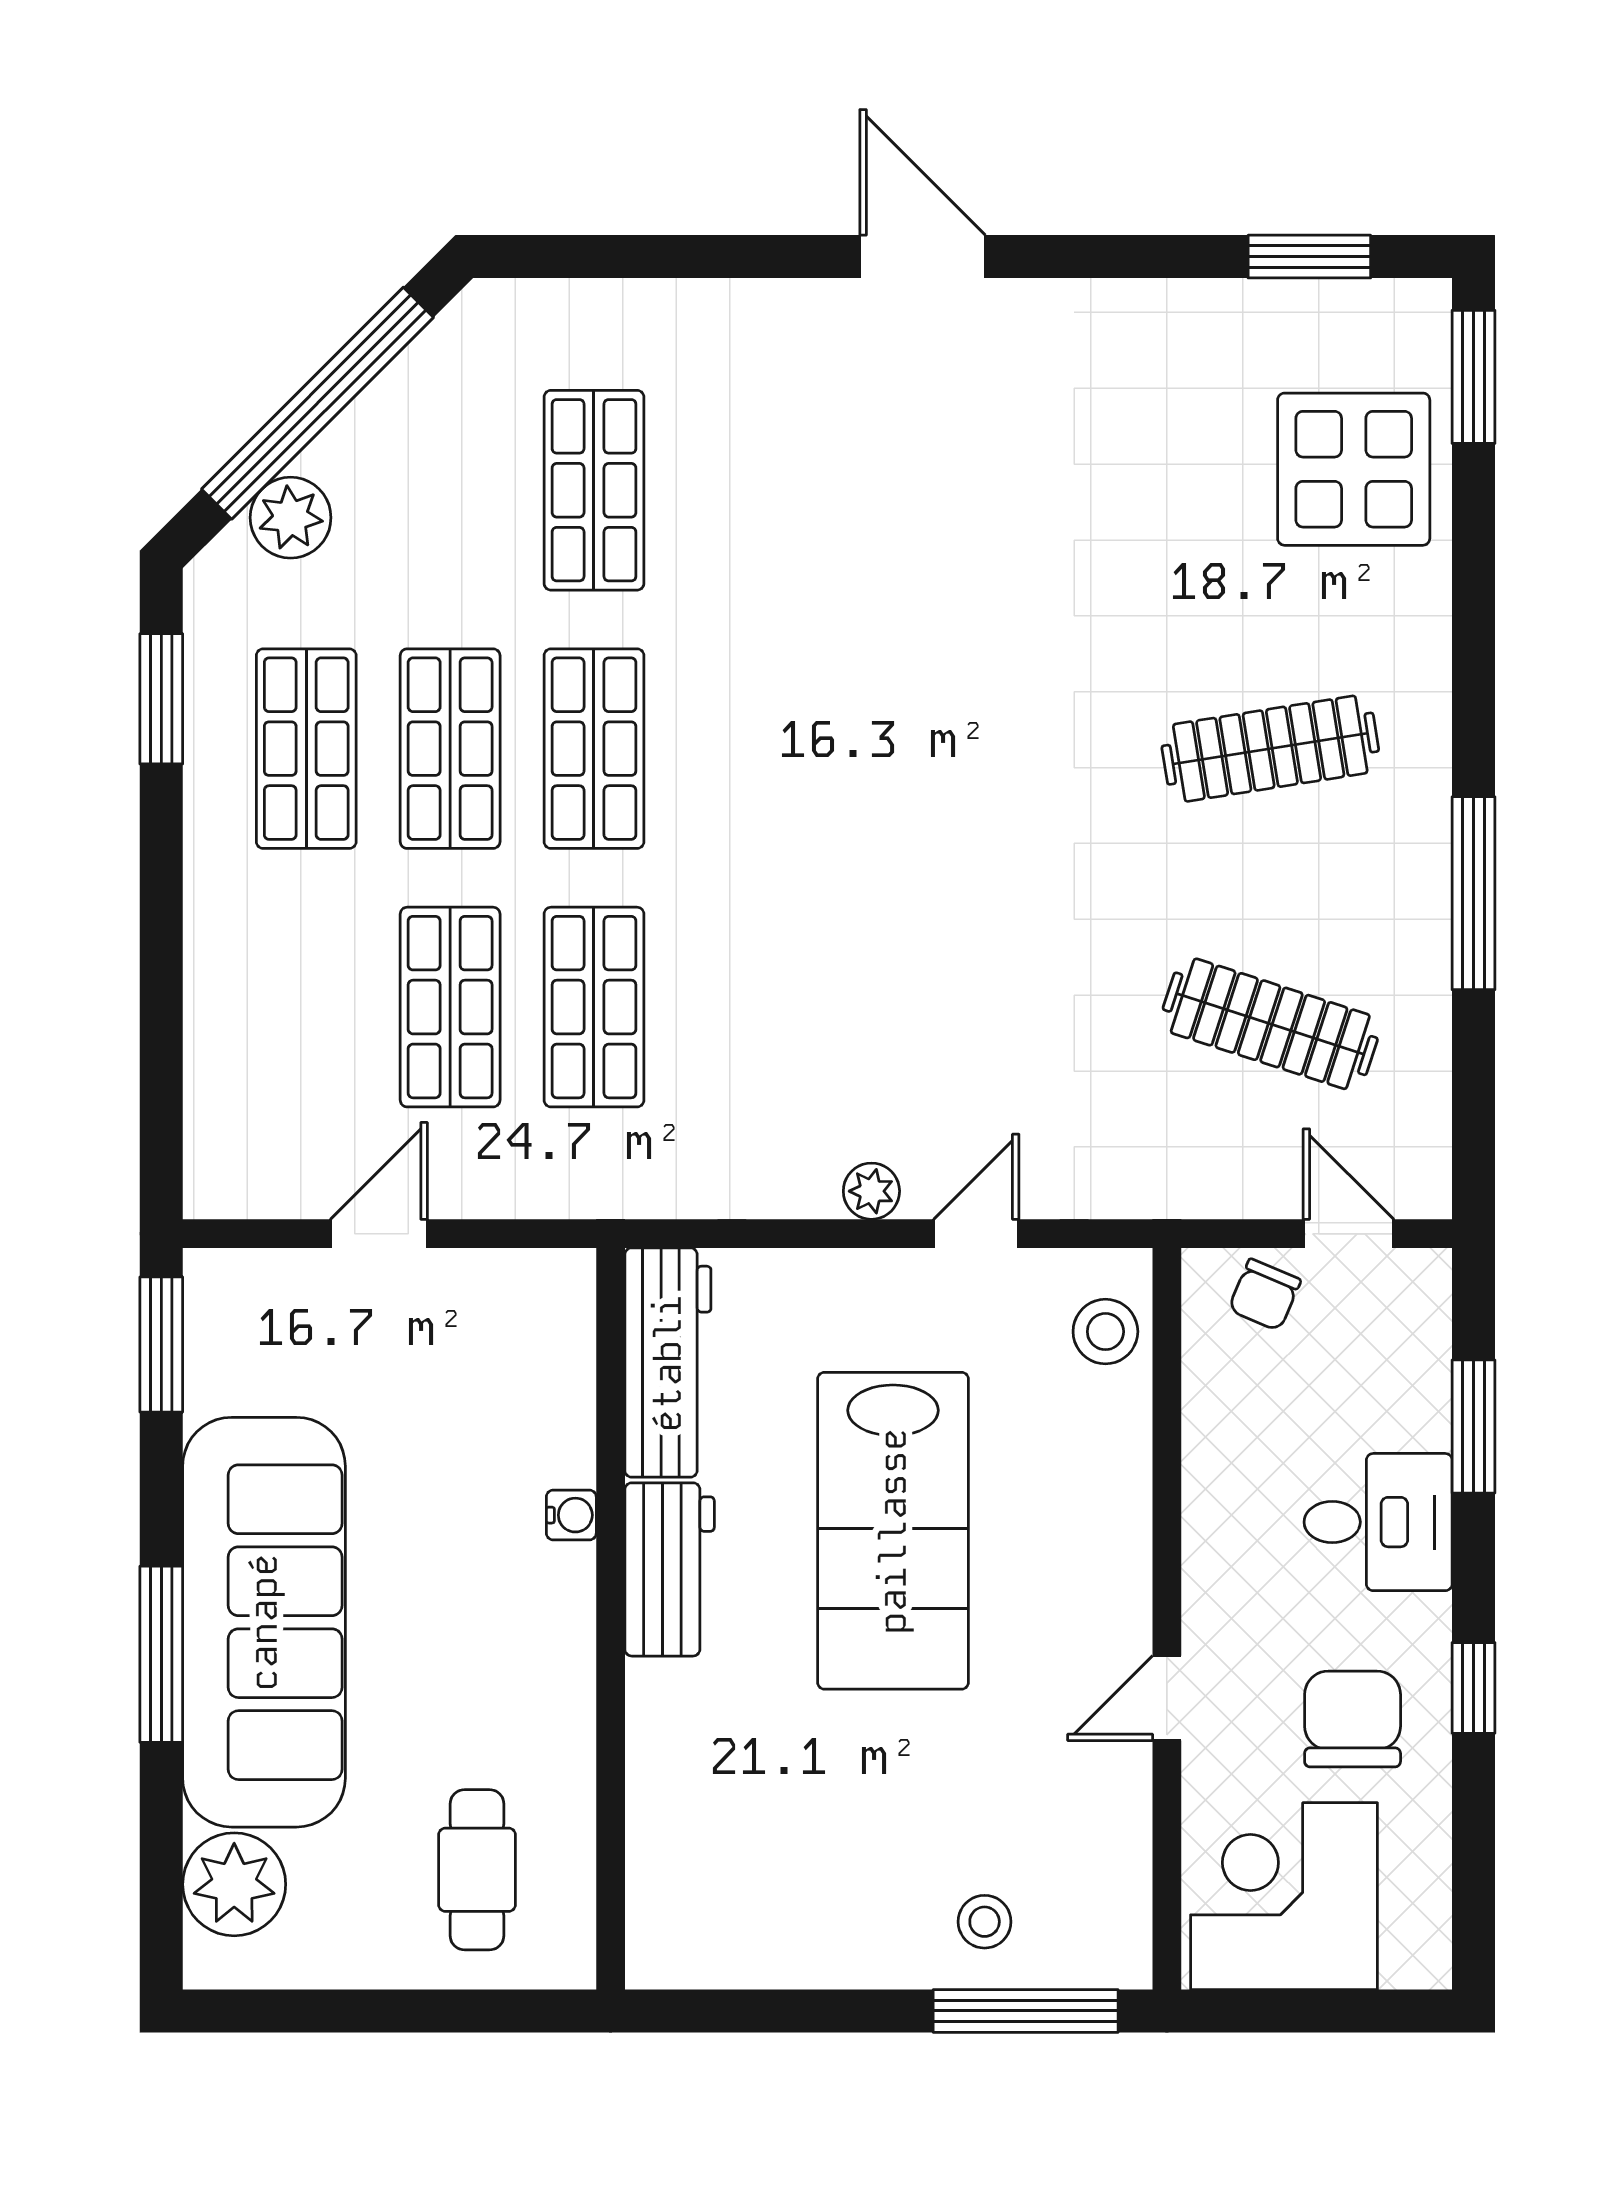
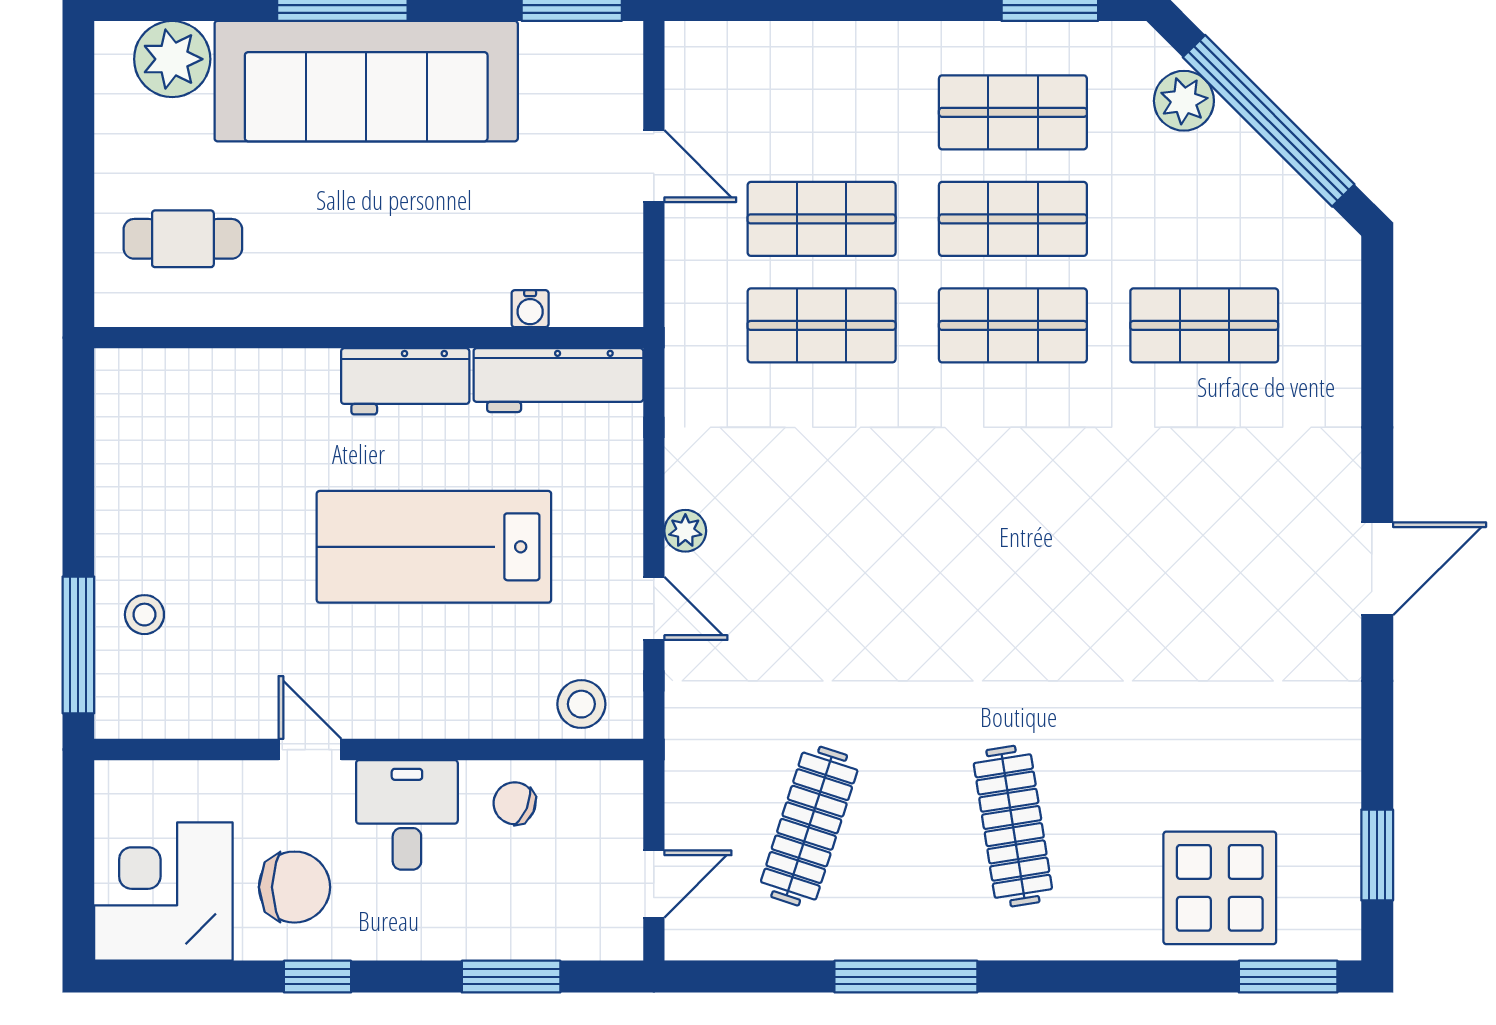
chair: (1265, 1295) -> (514, 803), moved
water cooler: (571, 1515) -> (530, 309), moved
desk: (1378, 1522) -> (407, 815), moved, turned 180
corner desk: (1284, 1896) -> (163, 892), moved, turned -90

